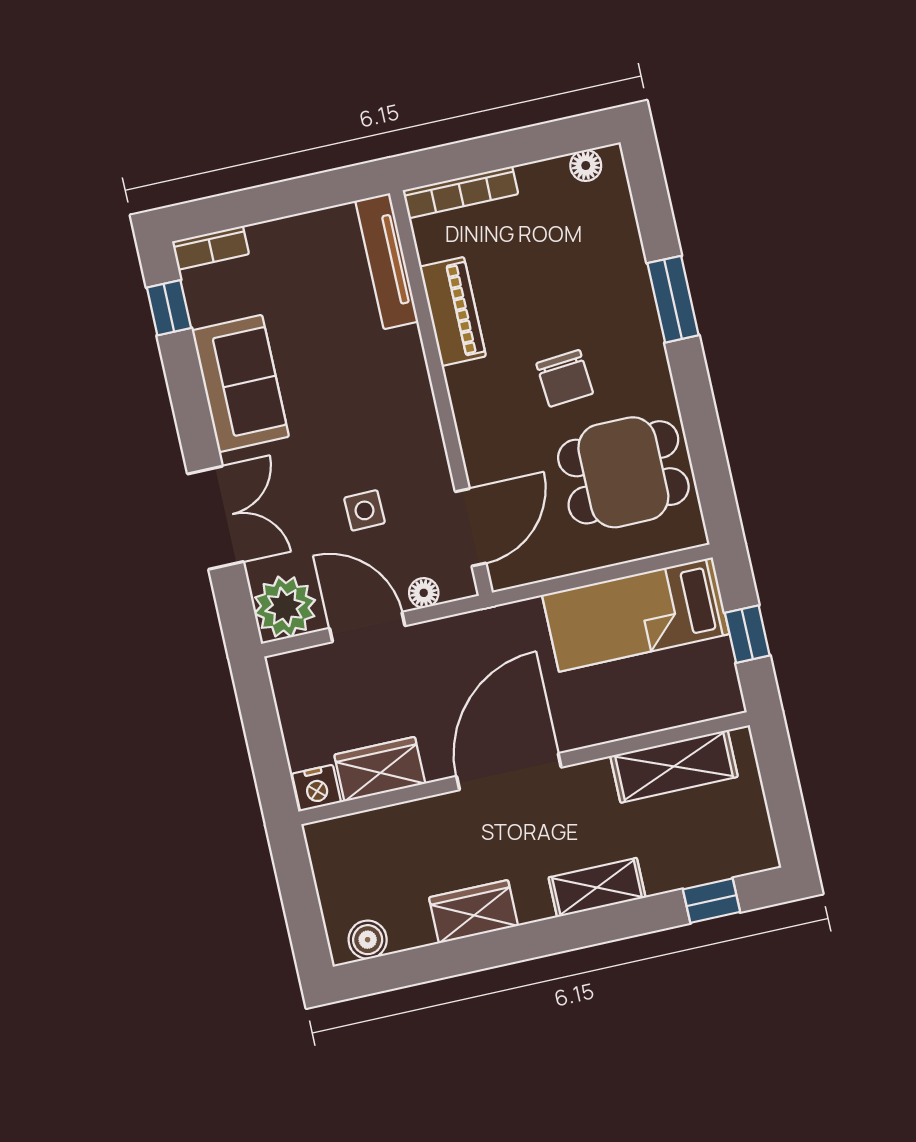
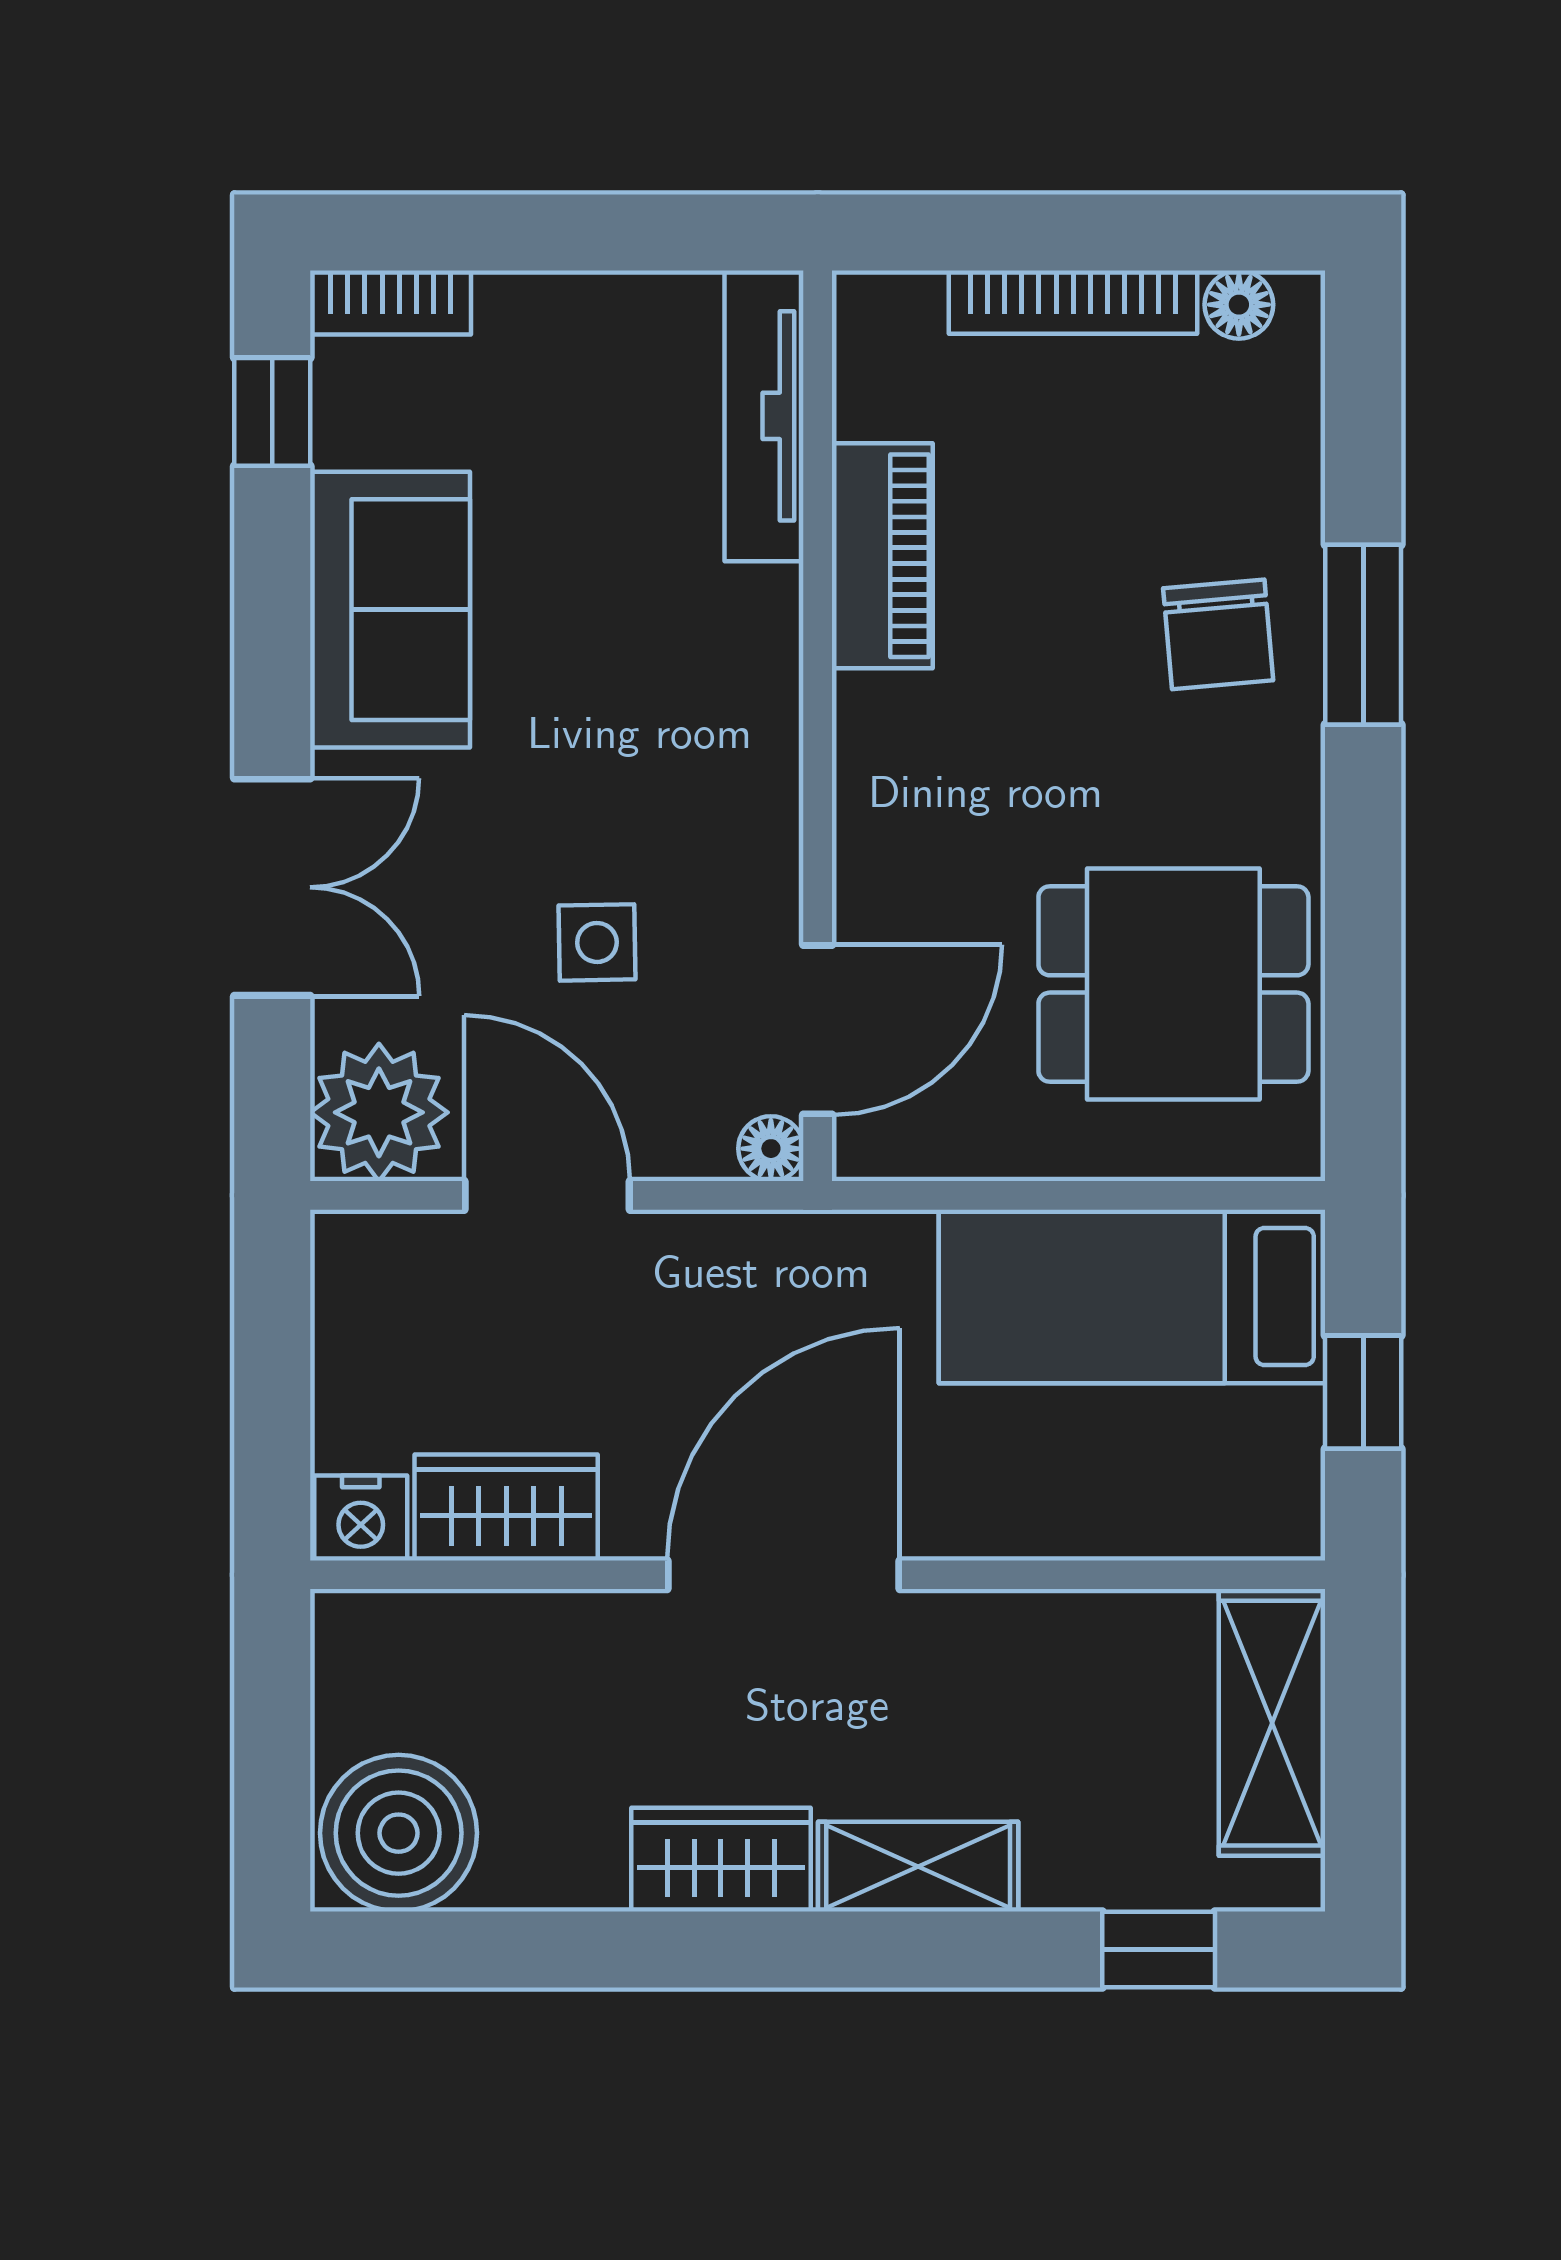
bookcase: (460, 192) -> (1073, 302), moved
chair: (565, 378) -> (1218, 634), moved
floor lamp: (424, 593) -> (771, 1149), moved
shelving: (674, 766) -> (1272, 1723), moved, turned 90
wardrobe: (473, 912) -> (721, 1860), moved
boiler: (368, 940) -> (399, 1833), width x1.86, depth x1.86

